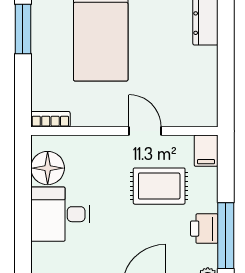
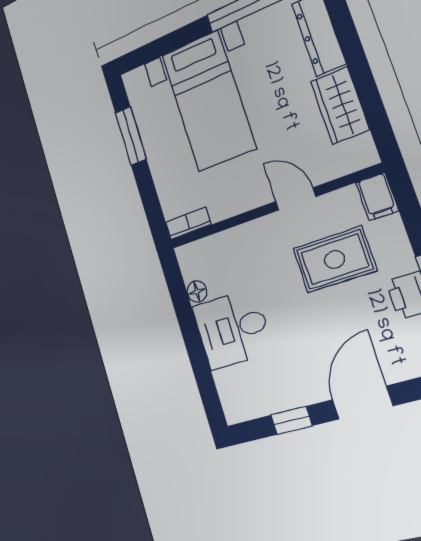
wardrobe: (202, 74) -> (340, 106), added
floor lamp: (48, 168) -> (197, 292), width x0.53, depth x0.53

